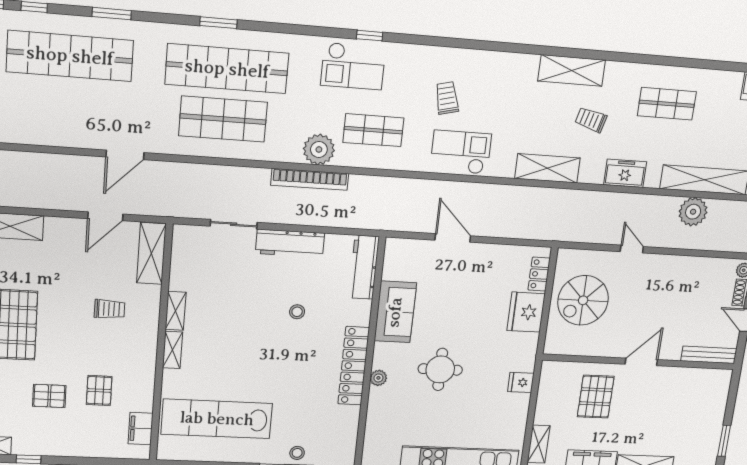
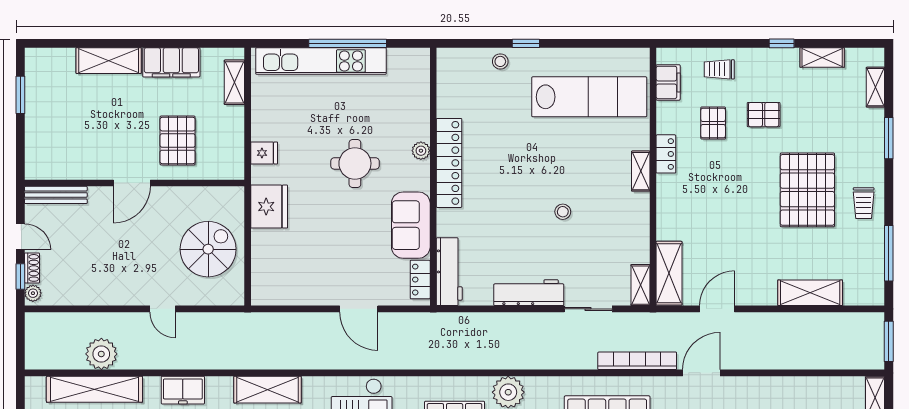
bookcase: (310, 179) -> (637, 361), moved
locker: (539, 274) -> (420, 280), moved, turned 180
trolley: (110, 309) -> (719, 69), moved
shelving: (176, 311) -> (640, 285), moved
stool: (297, 312) -> (563, 212), moved
fridge: (526, 312) -> (269, 207), moved
locker: (147, 364) -> (666, 154), added

